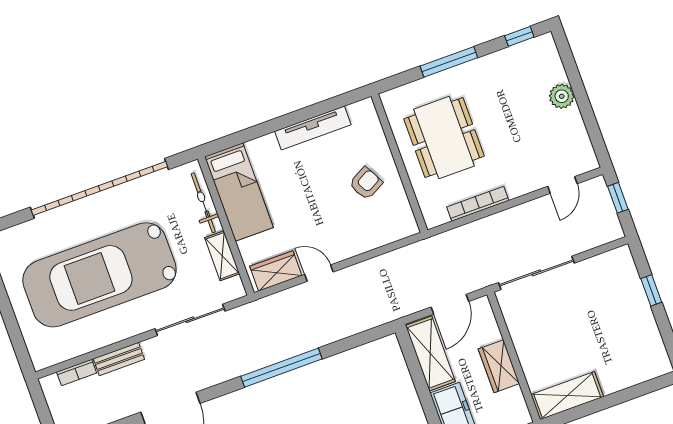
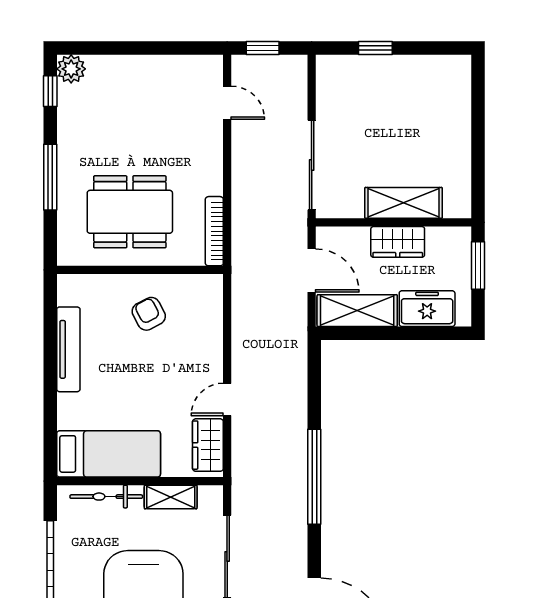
plant: (562, 96) -> (71, 69), moved
bookcase: (478, 204) -> (214, 231), moved
shelving: (567, 396) -> (403, 203), moved, turned 90

